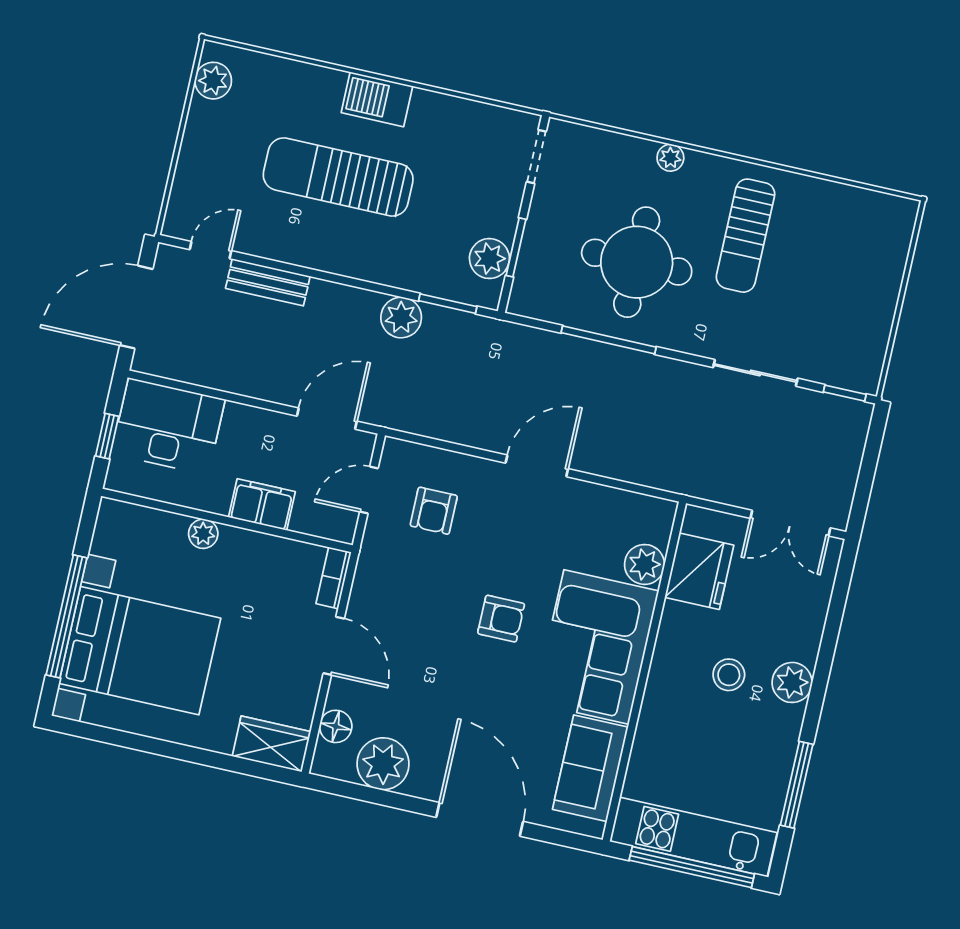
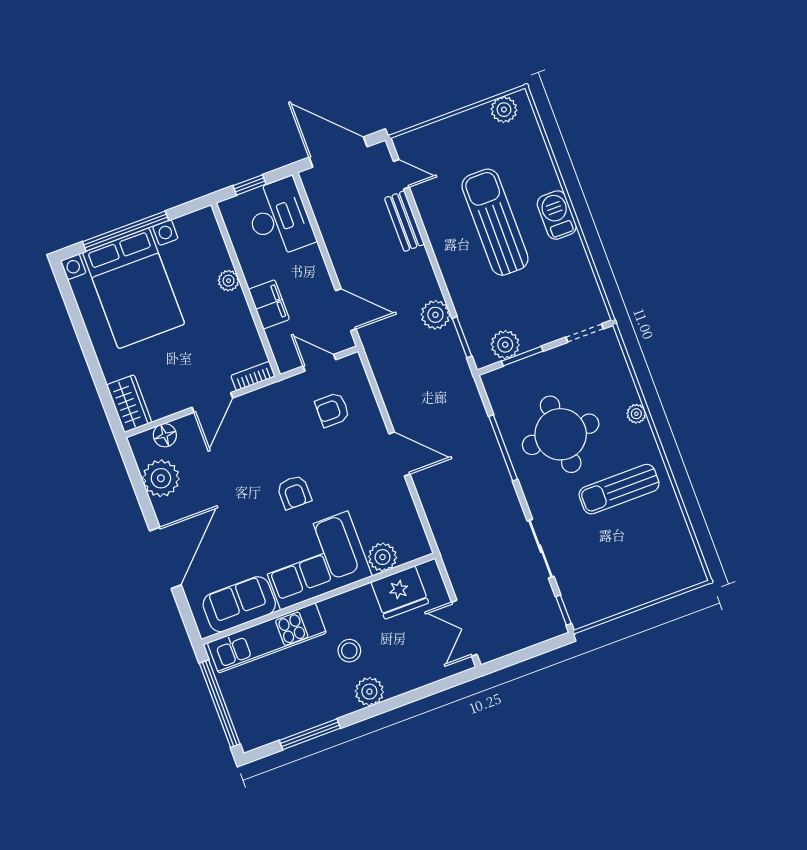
kitchen unit: (693, 837) -> (267, 638), moved, turned 90

